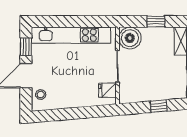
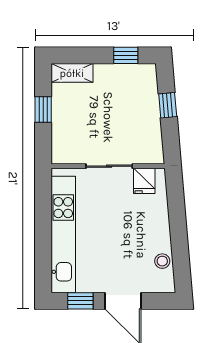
boiler: (130, 38) -> (67, 148), removed
stool: (41, 95) -> (162, 261), moved

